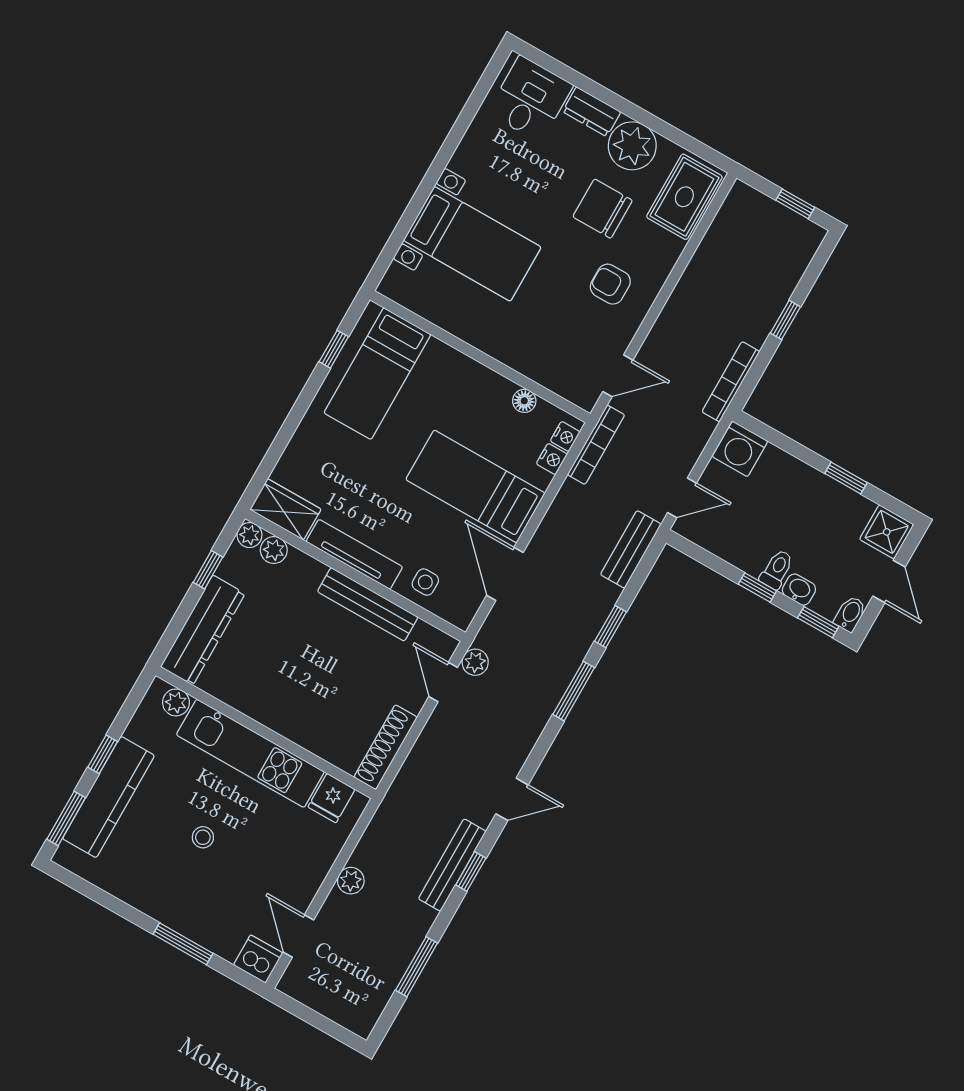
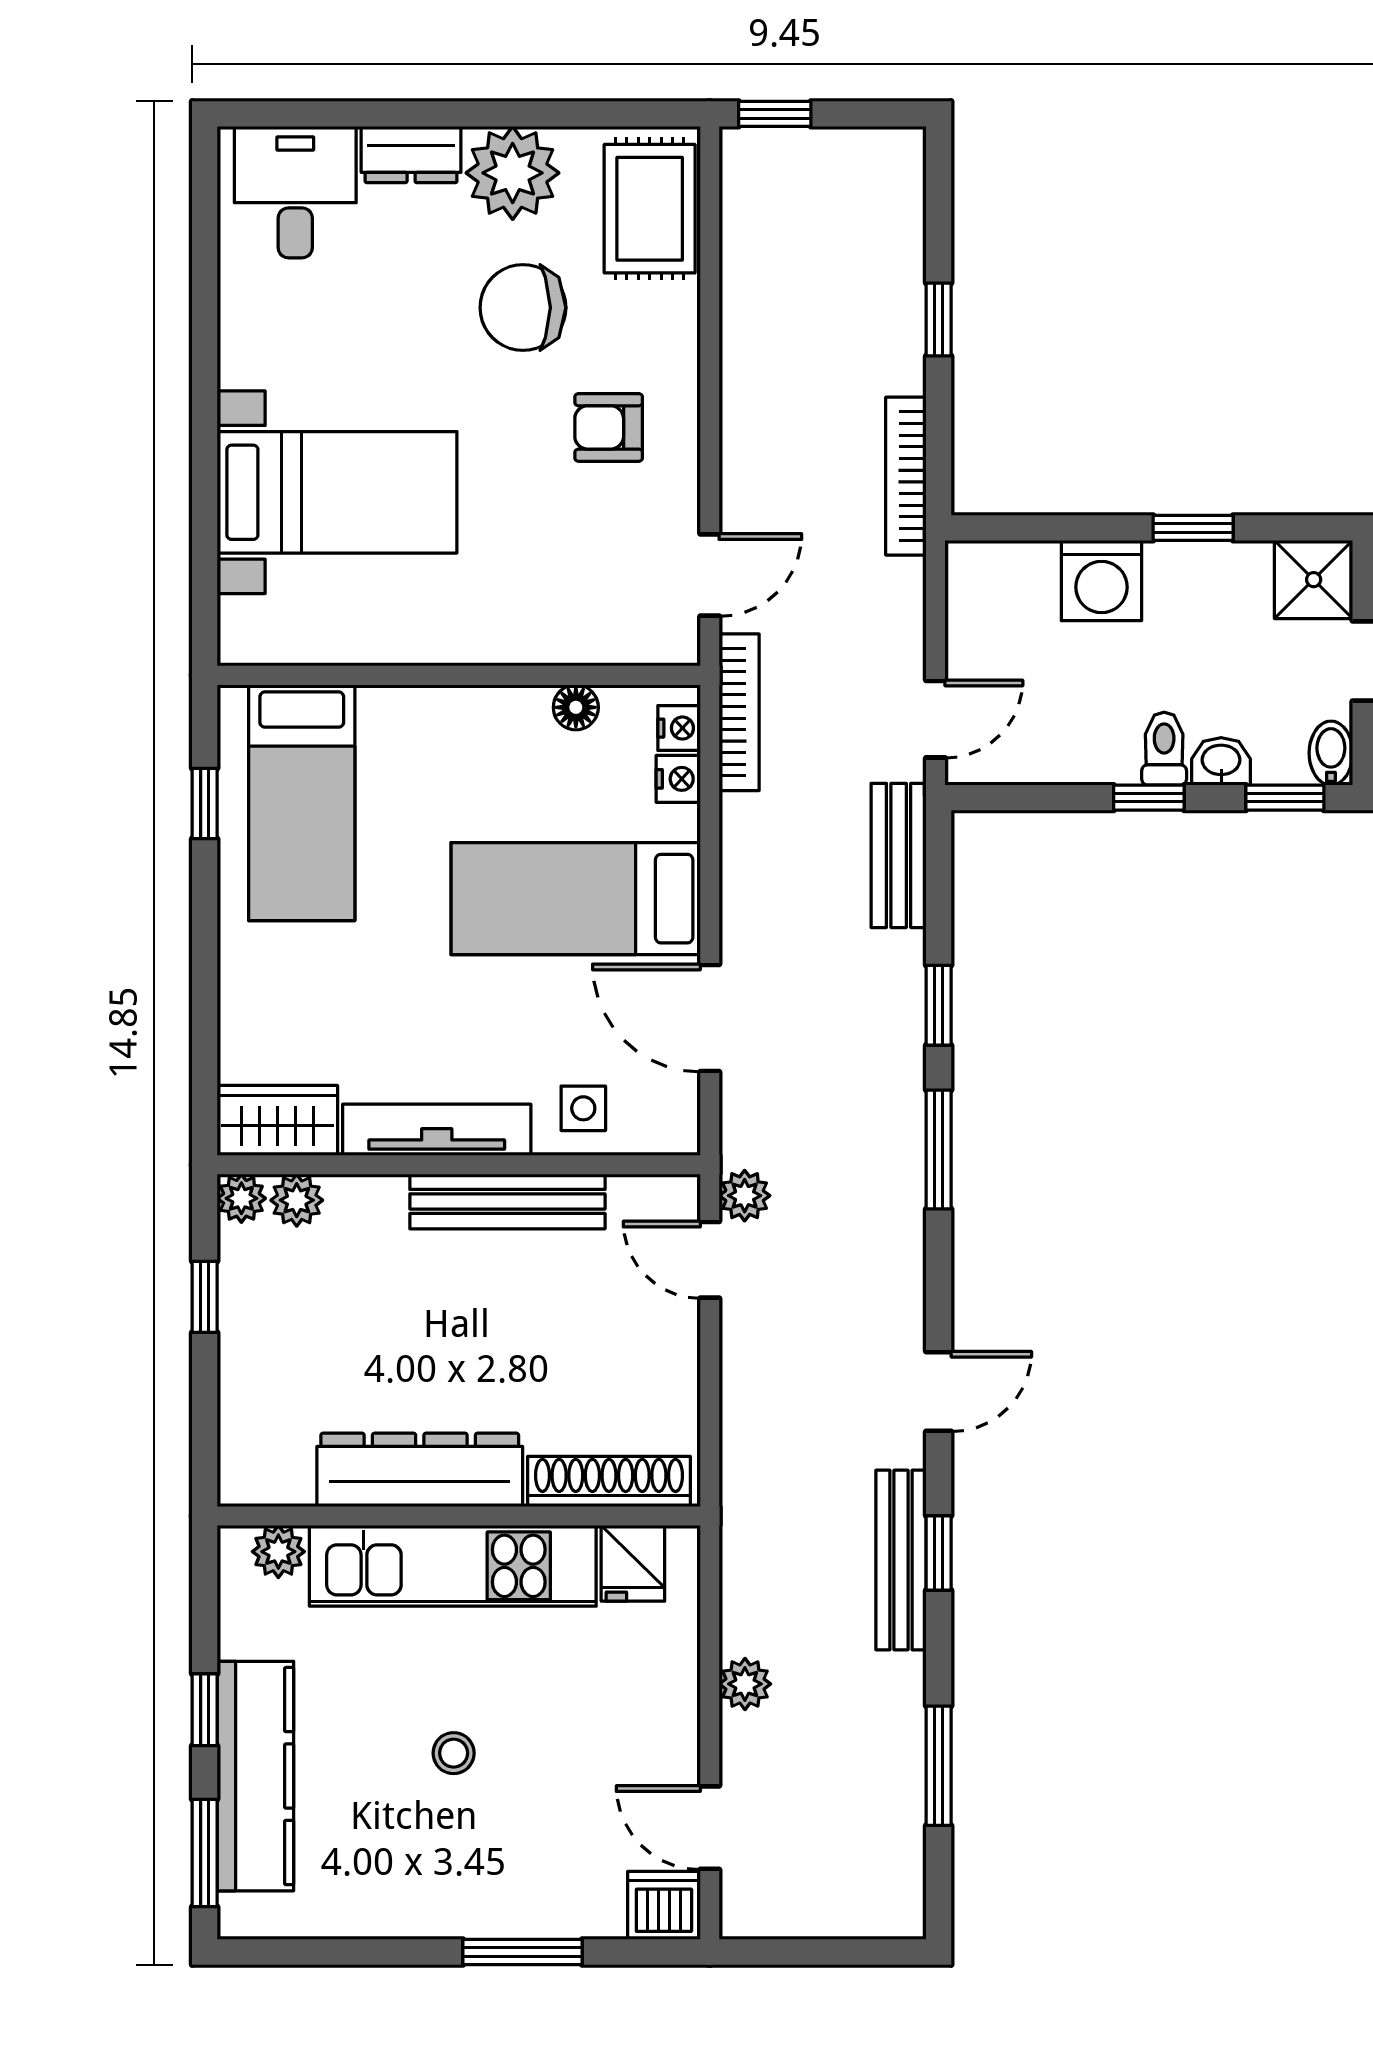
window: (795, 204) -> (775, 114), moved
washing machine: (740, 449) -> (1101, 581), moved
dresser: (203, 630) -> (420, 1470), moved, turned -90
shoe rack: (386, 747) -> (609, 1481), moved, turned 90

